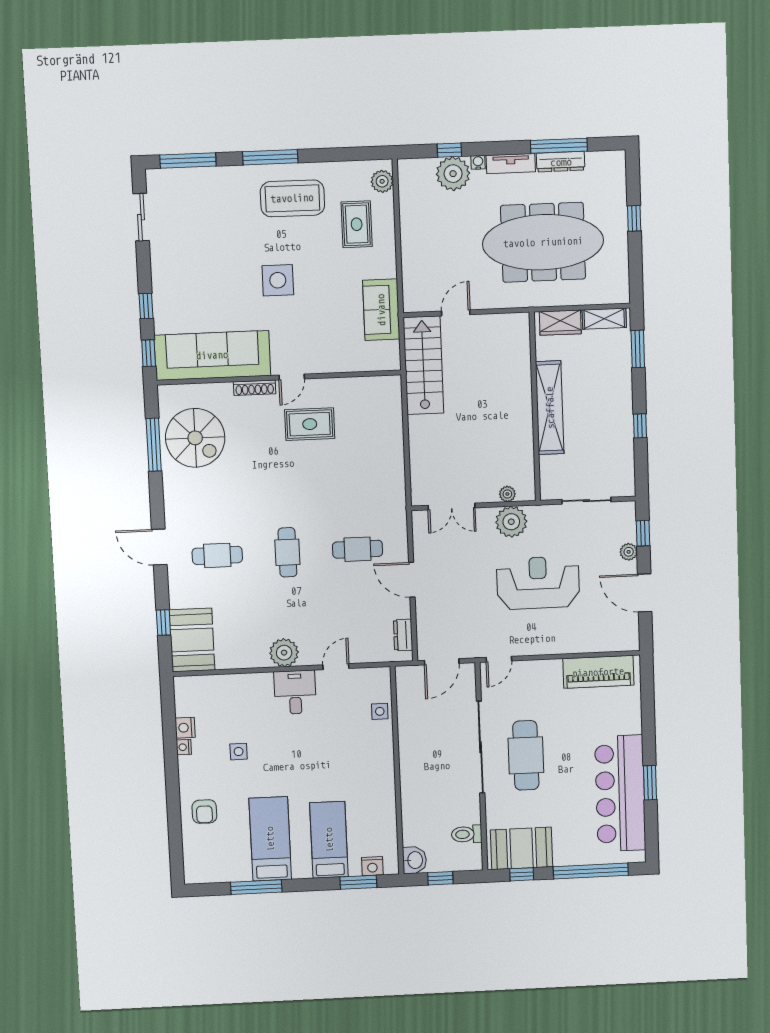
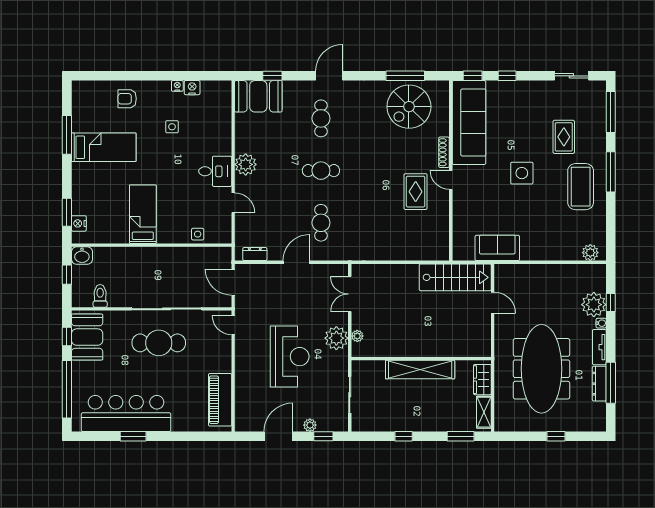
rug: (357, 224) -> (564, 137), moved, turned 90
bed: (329, 840) -> (143, 214), moved, turned -90

